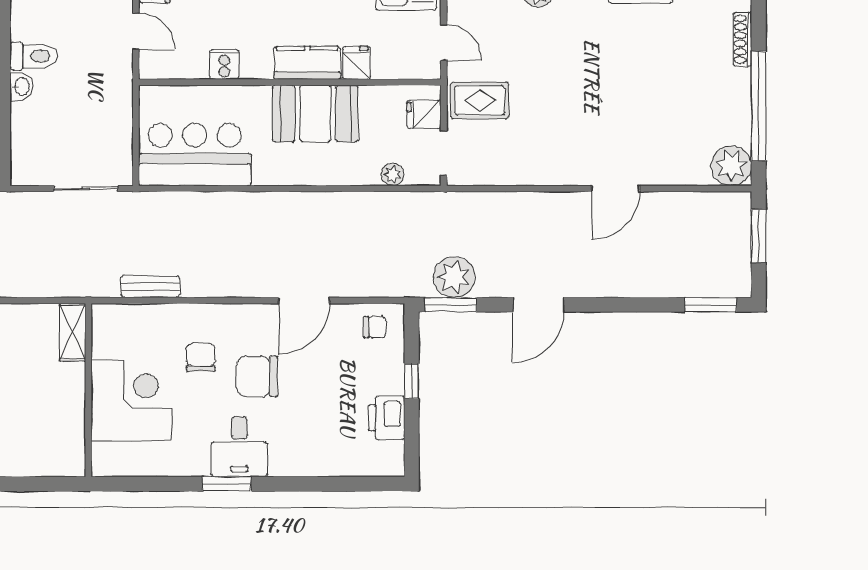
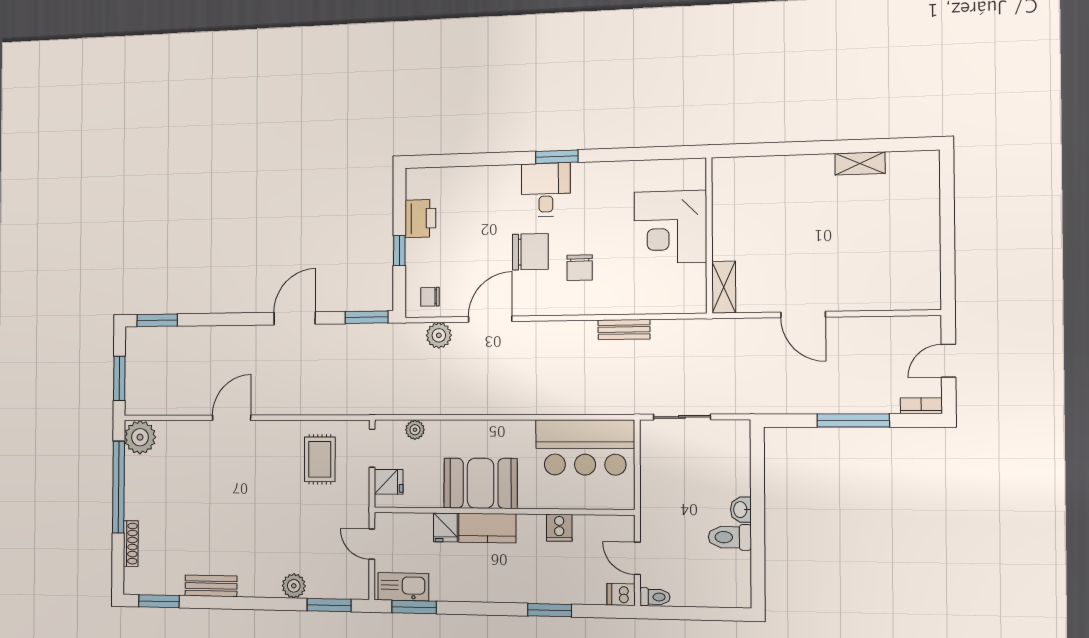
rug: (480, 100) -> (320, 459), moved, turned 90
plant: (454, 277) -> (439, 335), moved, width x0.73, depth x0.73
shelving: (73, 332) -> (724, 287), moved
wall: (88, 390) -> (709, 235), moved
corner desk: (132, 400) -> (670, 227), moved

